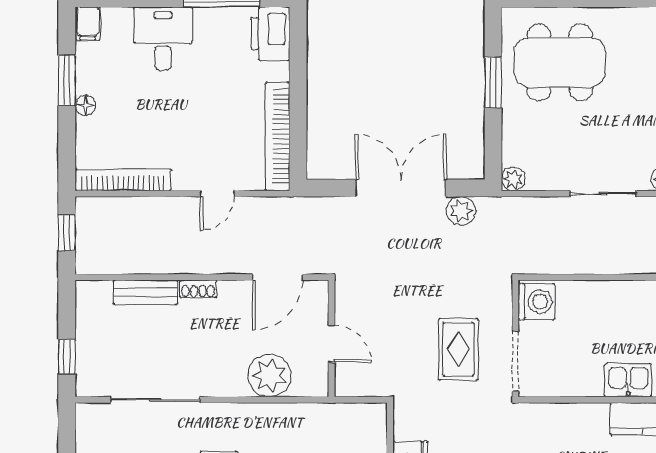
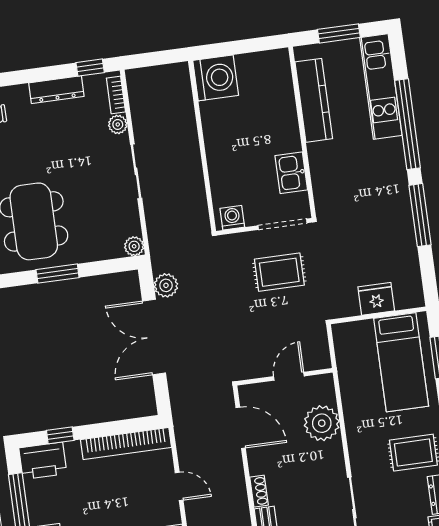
window: (298, 59) -> (60, 435), added
washing machine: (536, 302) -> (232, 218), width x0.73, depth x0.73
kitchen sink: (628, 380) -> (291, 173), moved

